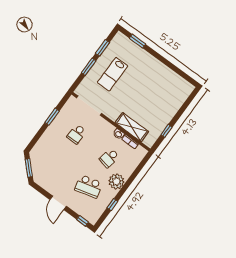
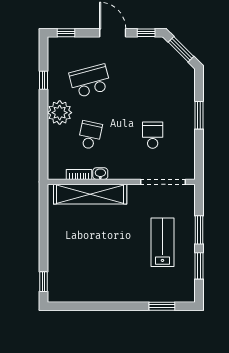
window: (52, 117) -> (199, 115), moved
shelving: (132, 127) -> (90, 194), width x1.47
window: (167, 131) -> (44, 282), moved
window: (41, 190) -> (146, 33), added

